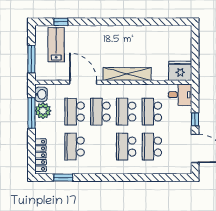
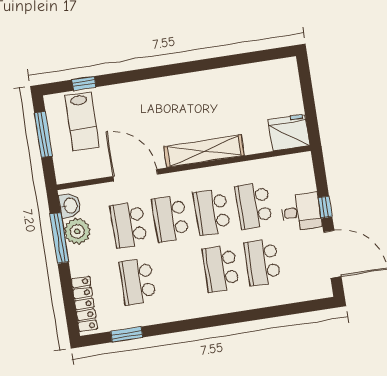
lab bench: (56, 45) -> (82, 121), turned 180
window: (31, 59) -> (43, 134), moved
desk: (180, 95) -> (301, 212), moved

